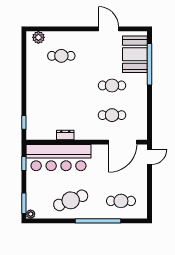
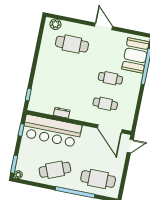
door: (109, 29) -> (104, 26), moved
cafe table: (61, 56) -> (72, 44), width x1.37, depth x1.35
door: (123, 142) -> (110, 129), hinge flipped
cafe table: (121, 201) -> (98, 179), width x1.37, depth x1.35

